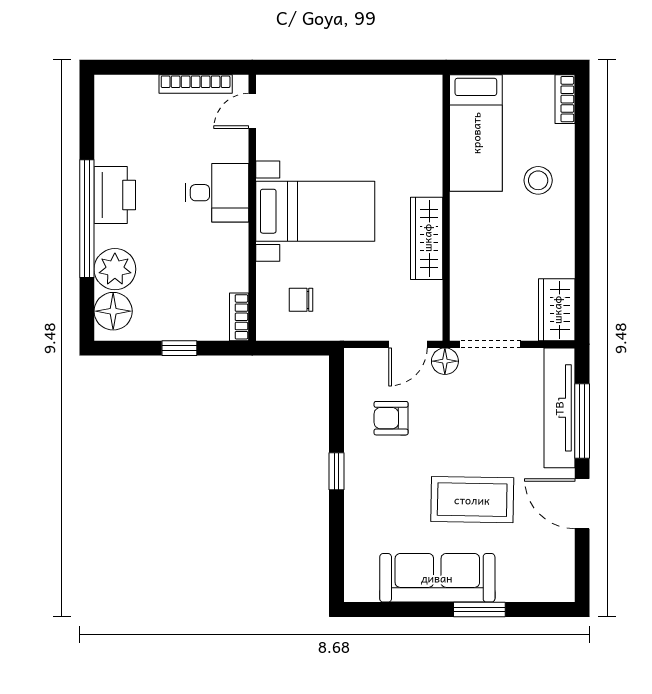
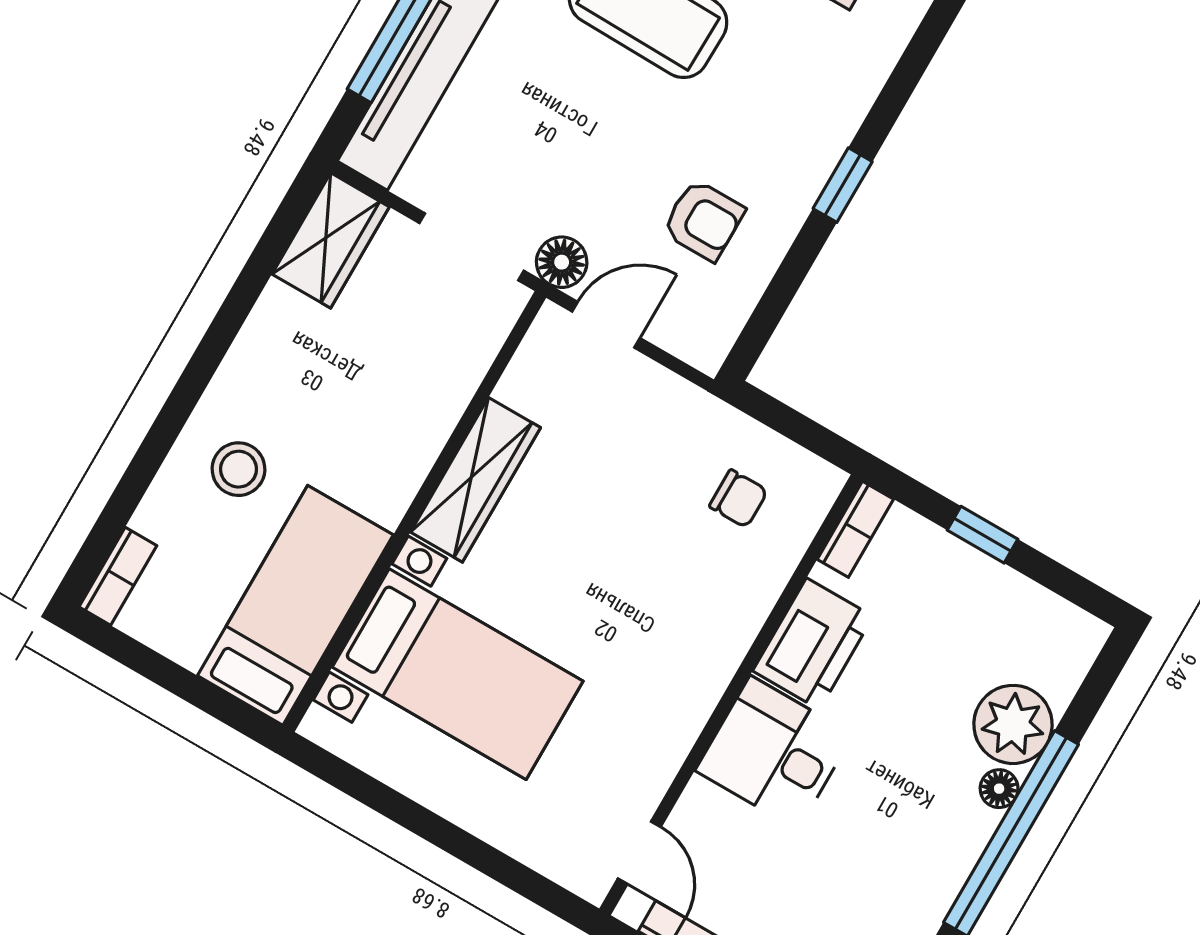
door: (252, 111) -> (639, 853), hinge flipped
printer: (115, 195) -> (813, 644), moved, turned 180
bed with nightstands: (315, 211) -> (458, 674), moved, turned 180
floor lamp: (113, 311) -> (999, 789), moved, width x0.53, depth x0.53

